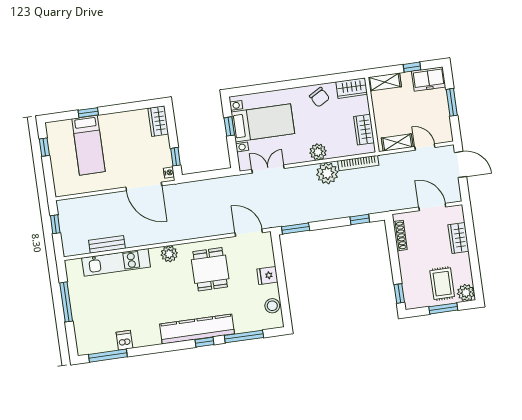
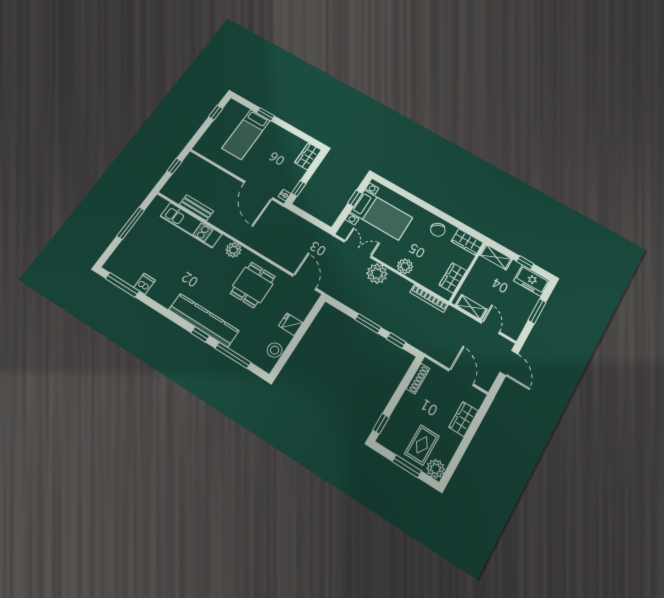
plant: (327, 173) -> (377, 274), moved
window: (296, 228) -> (368, 323), moved

